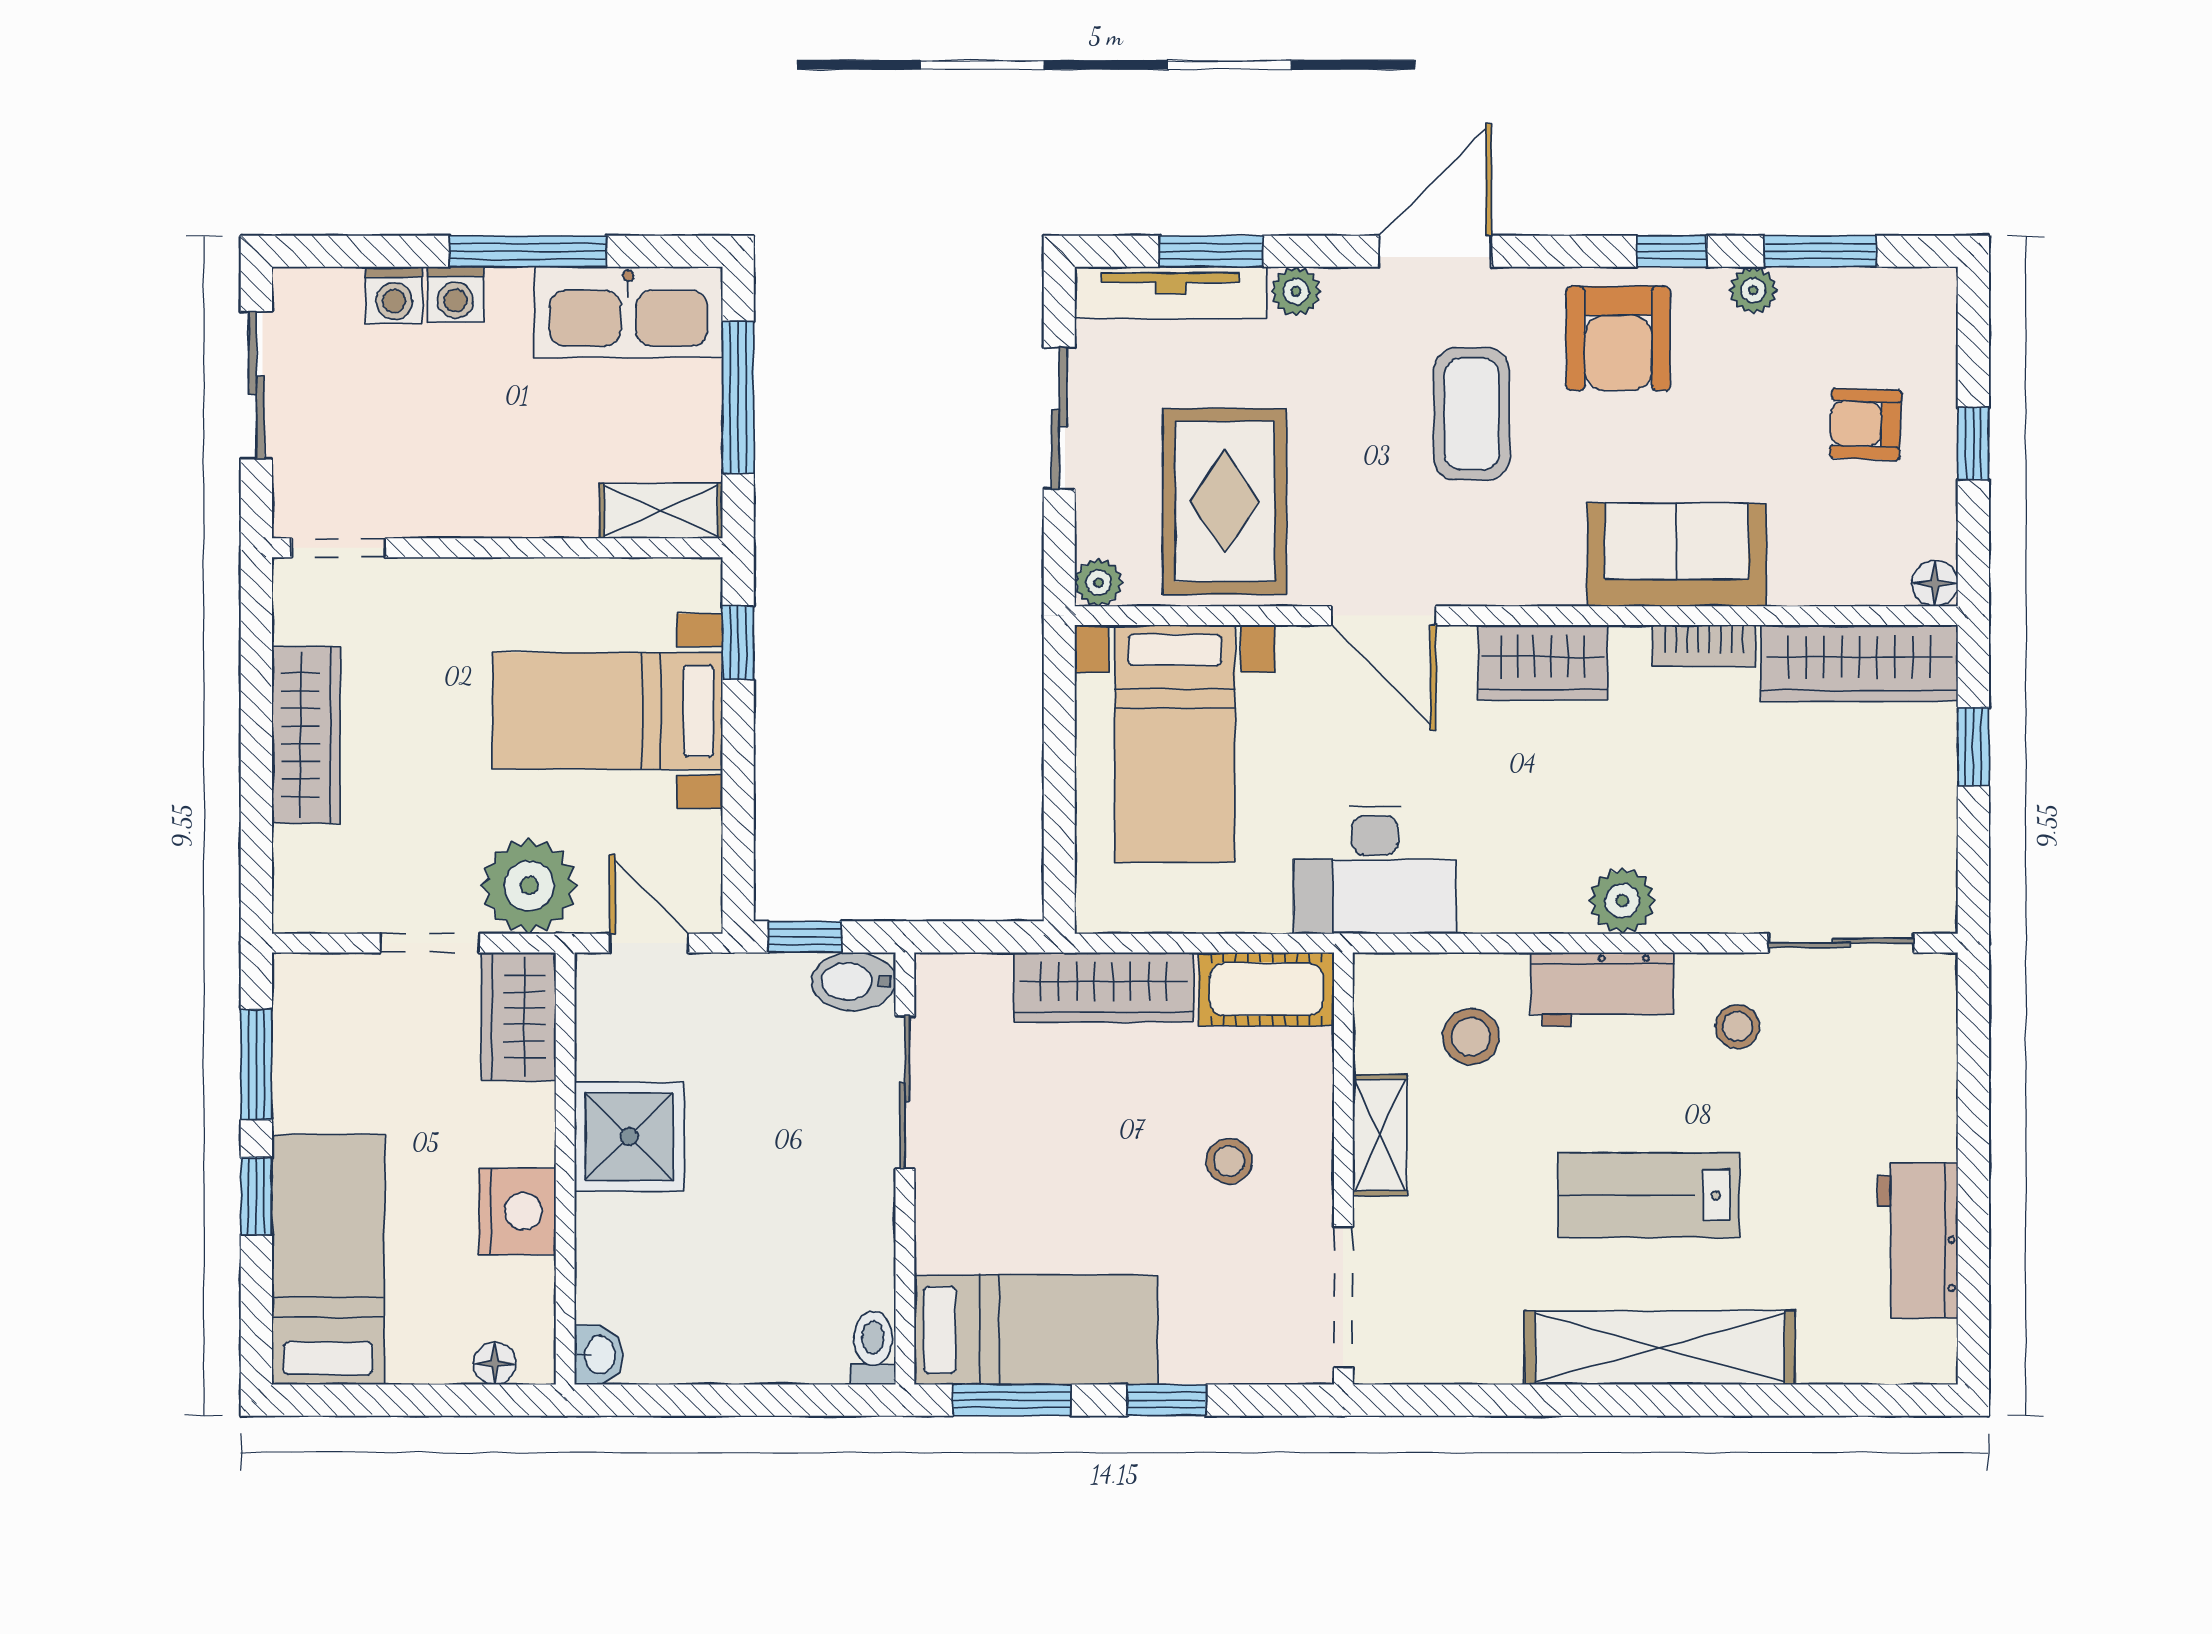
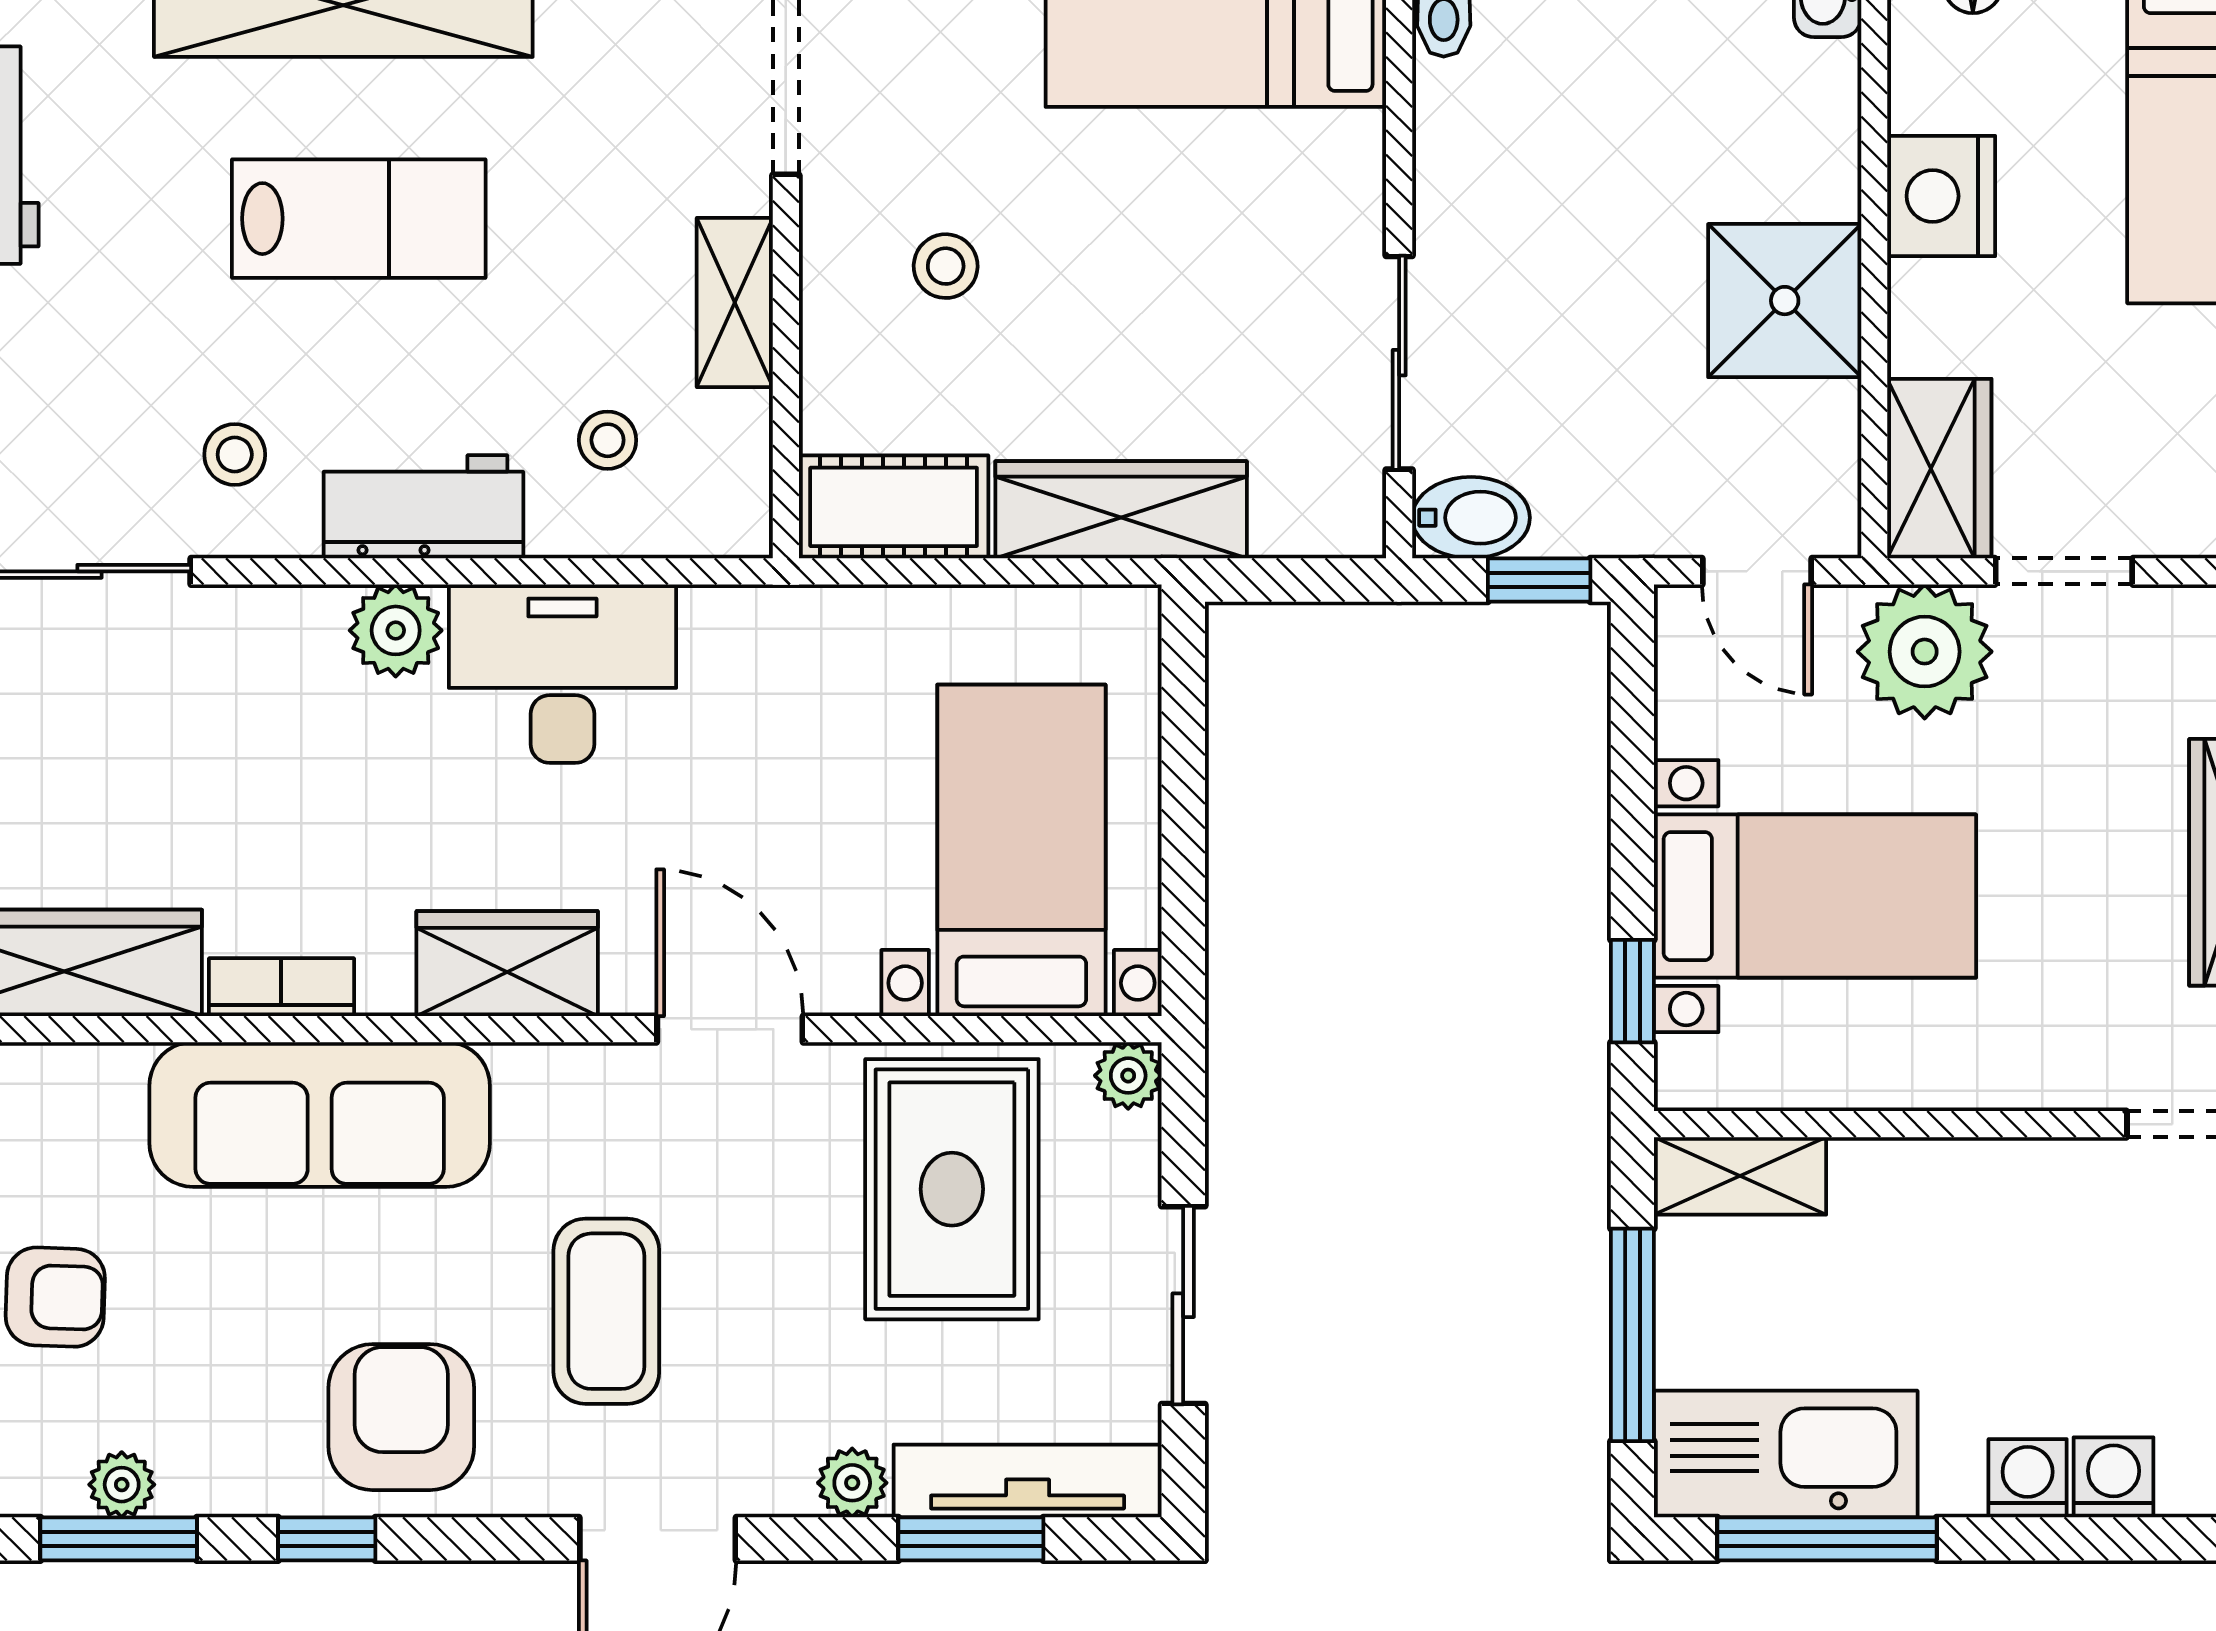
window: (528, 251) -> (1827, 1539), moved
plant: (1753, 290) -> (122, 1485), moved
sofa: (1677, 555) -> (320, 1114), width x1.36
desk: (1375, 870) -> (562, 674), moved
stool: (1471, 1037) -> (608, 440), width x0.73, depth x0.73

